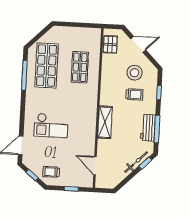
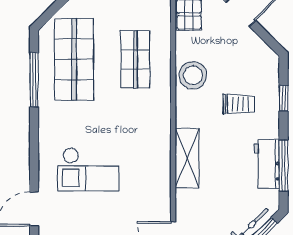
stool: (135, 73) -> (193, 75), moved

